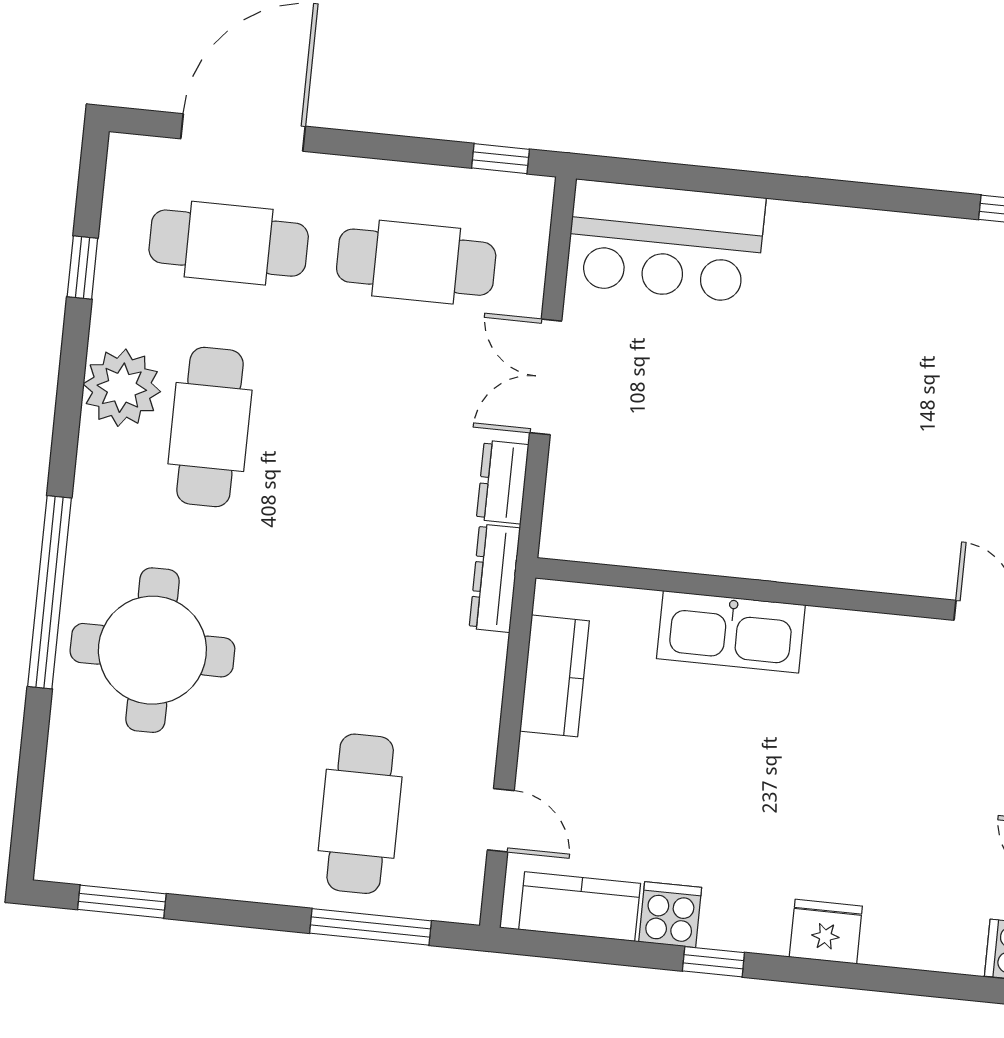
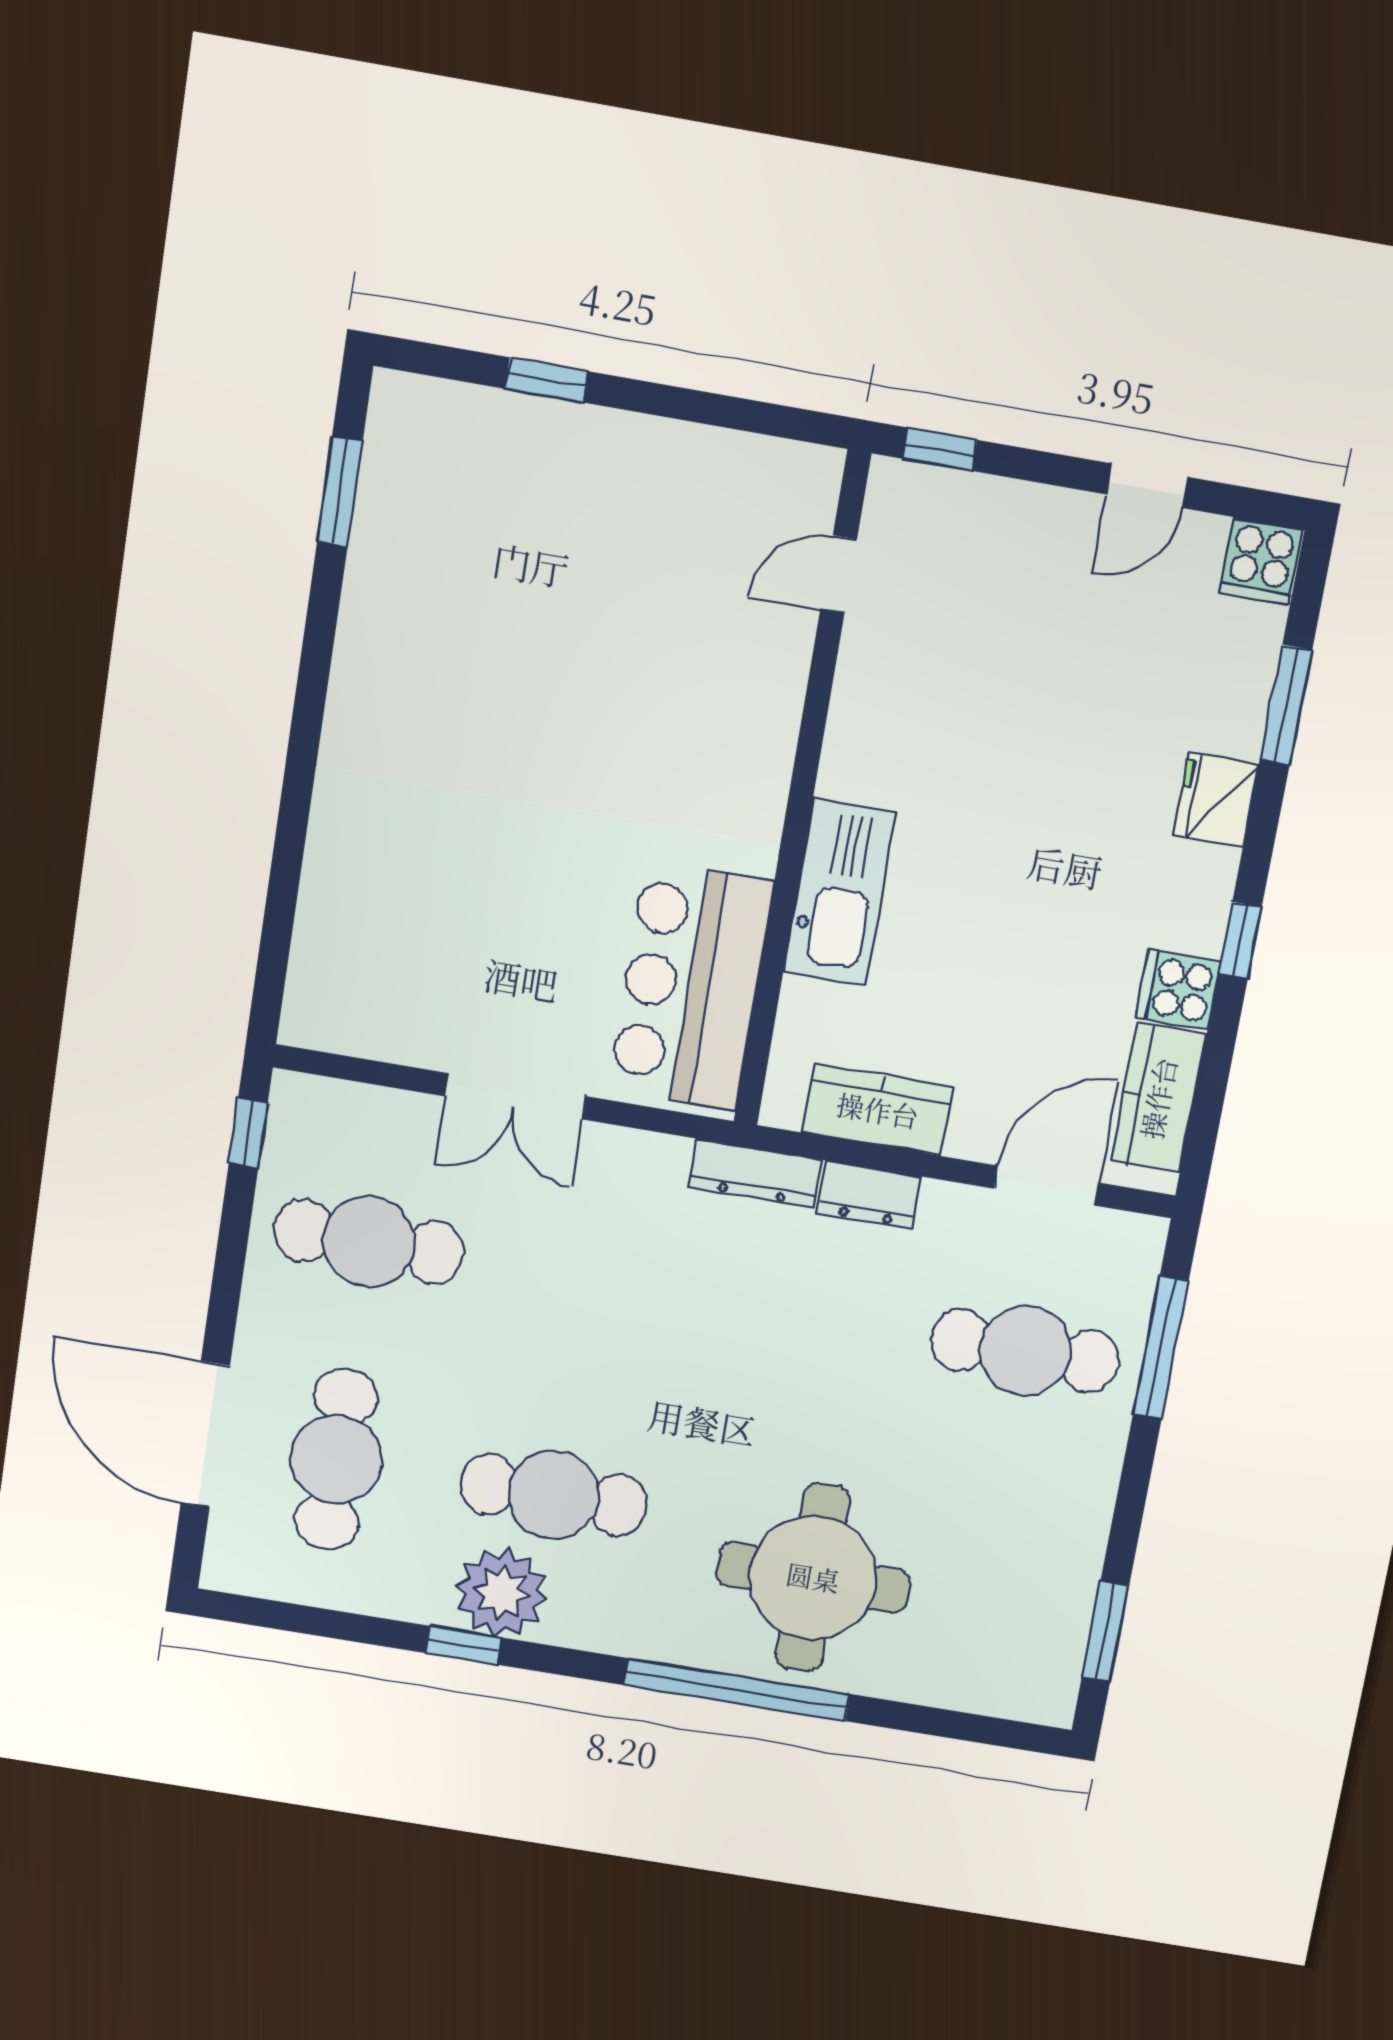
bar counter: (666, 241) -> (691, 986), moved, turned 180
cafe table: (416, 262) -> (369, 1242), turned 90
window: (82, 268) -> (463, 1645), moved
dresser: (503, 482) -> (869, 1195), moved
door: (501, 820) -> (1047, 1186), width x1.38
window: (906, 981) -> (1286, 705), added

